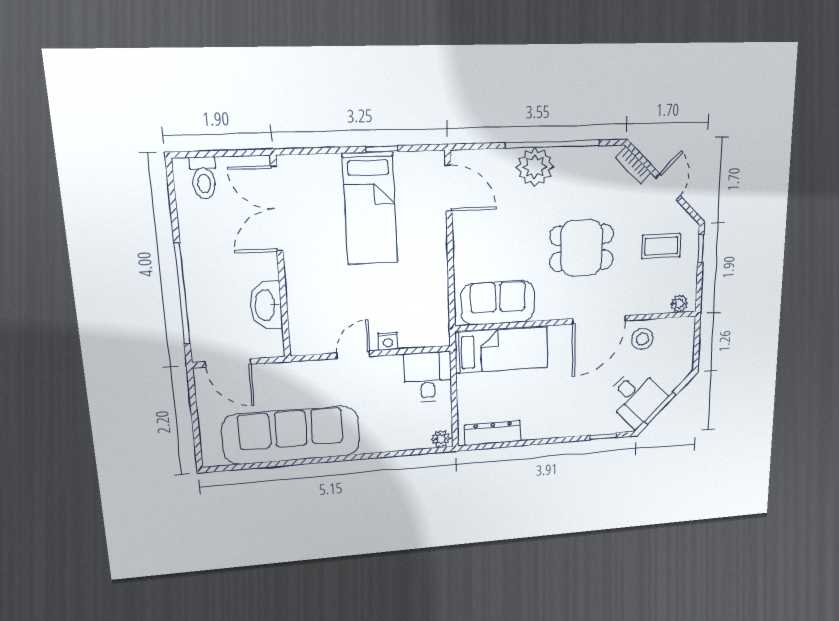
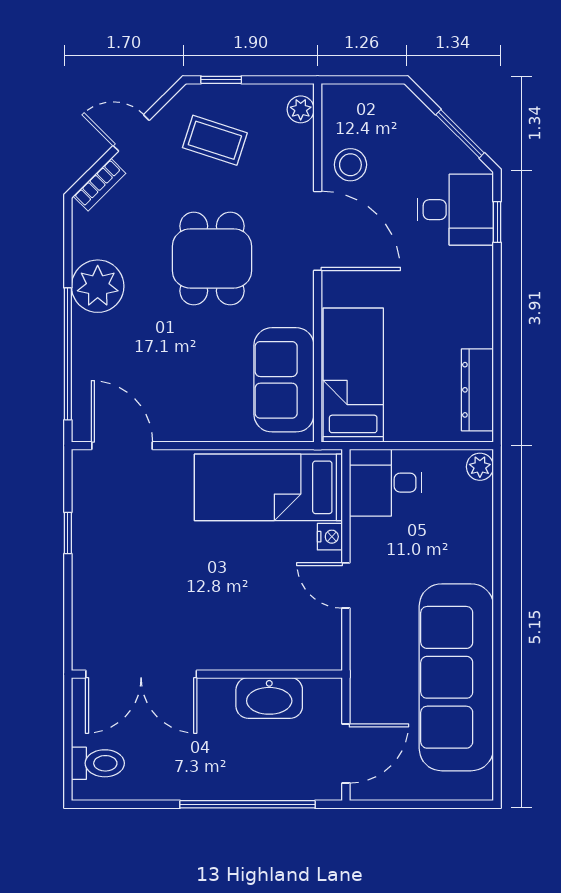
window: (552, 144) -> (68, 354), moved
plant: (535, 167) -> (98, 286), moved
door: (449, 188) -> (122, 446), hinge flipped
bed: (370, 209) -> (268, 487), moved, turned 180
coffee table: (661, 246) -> (215, 140), turned -72
desk: (636, 397) -> (455, 210), moved, turned 45

